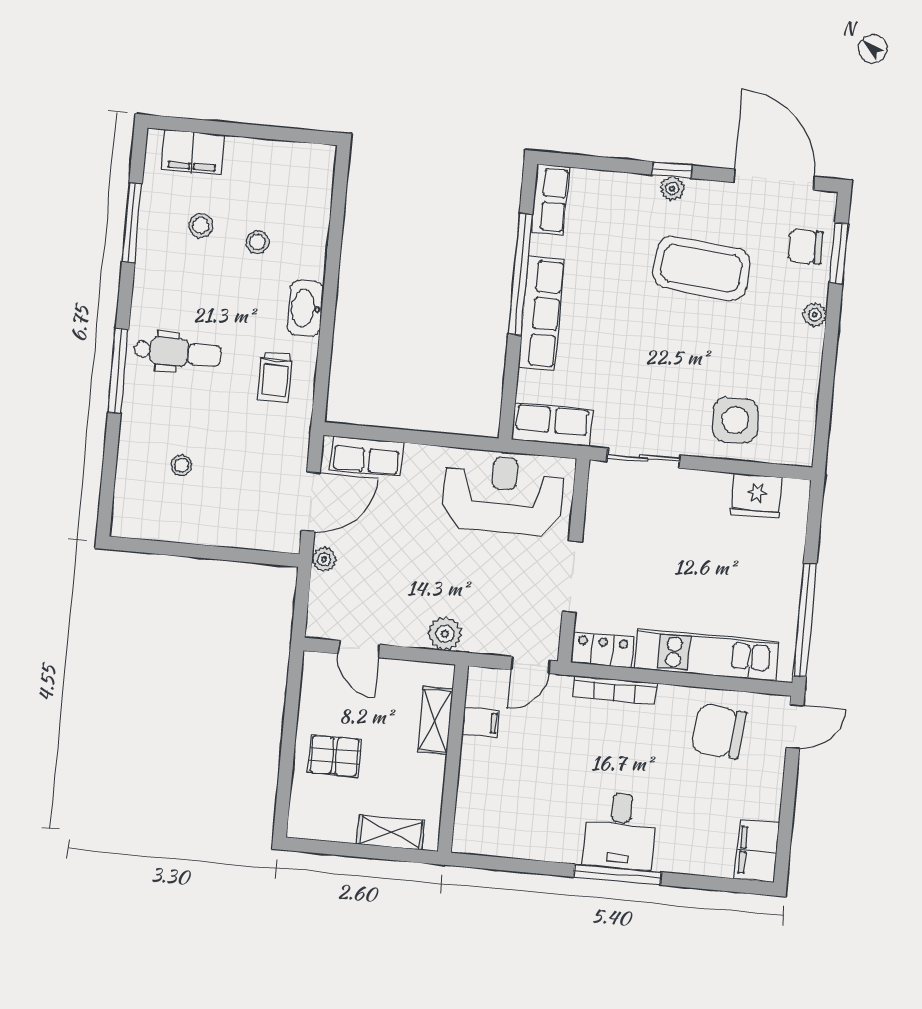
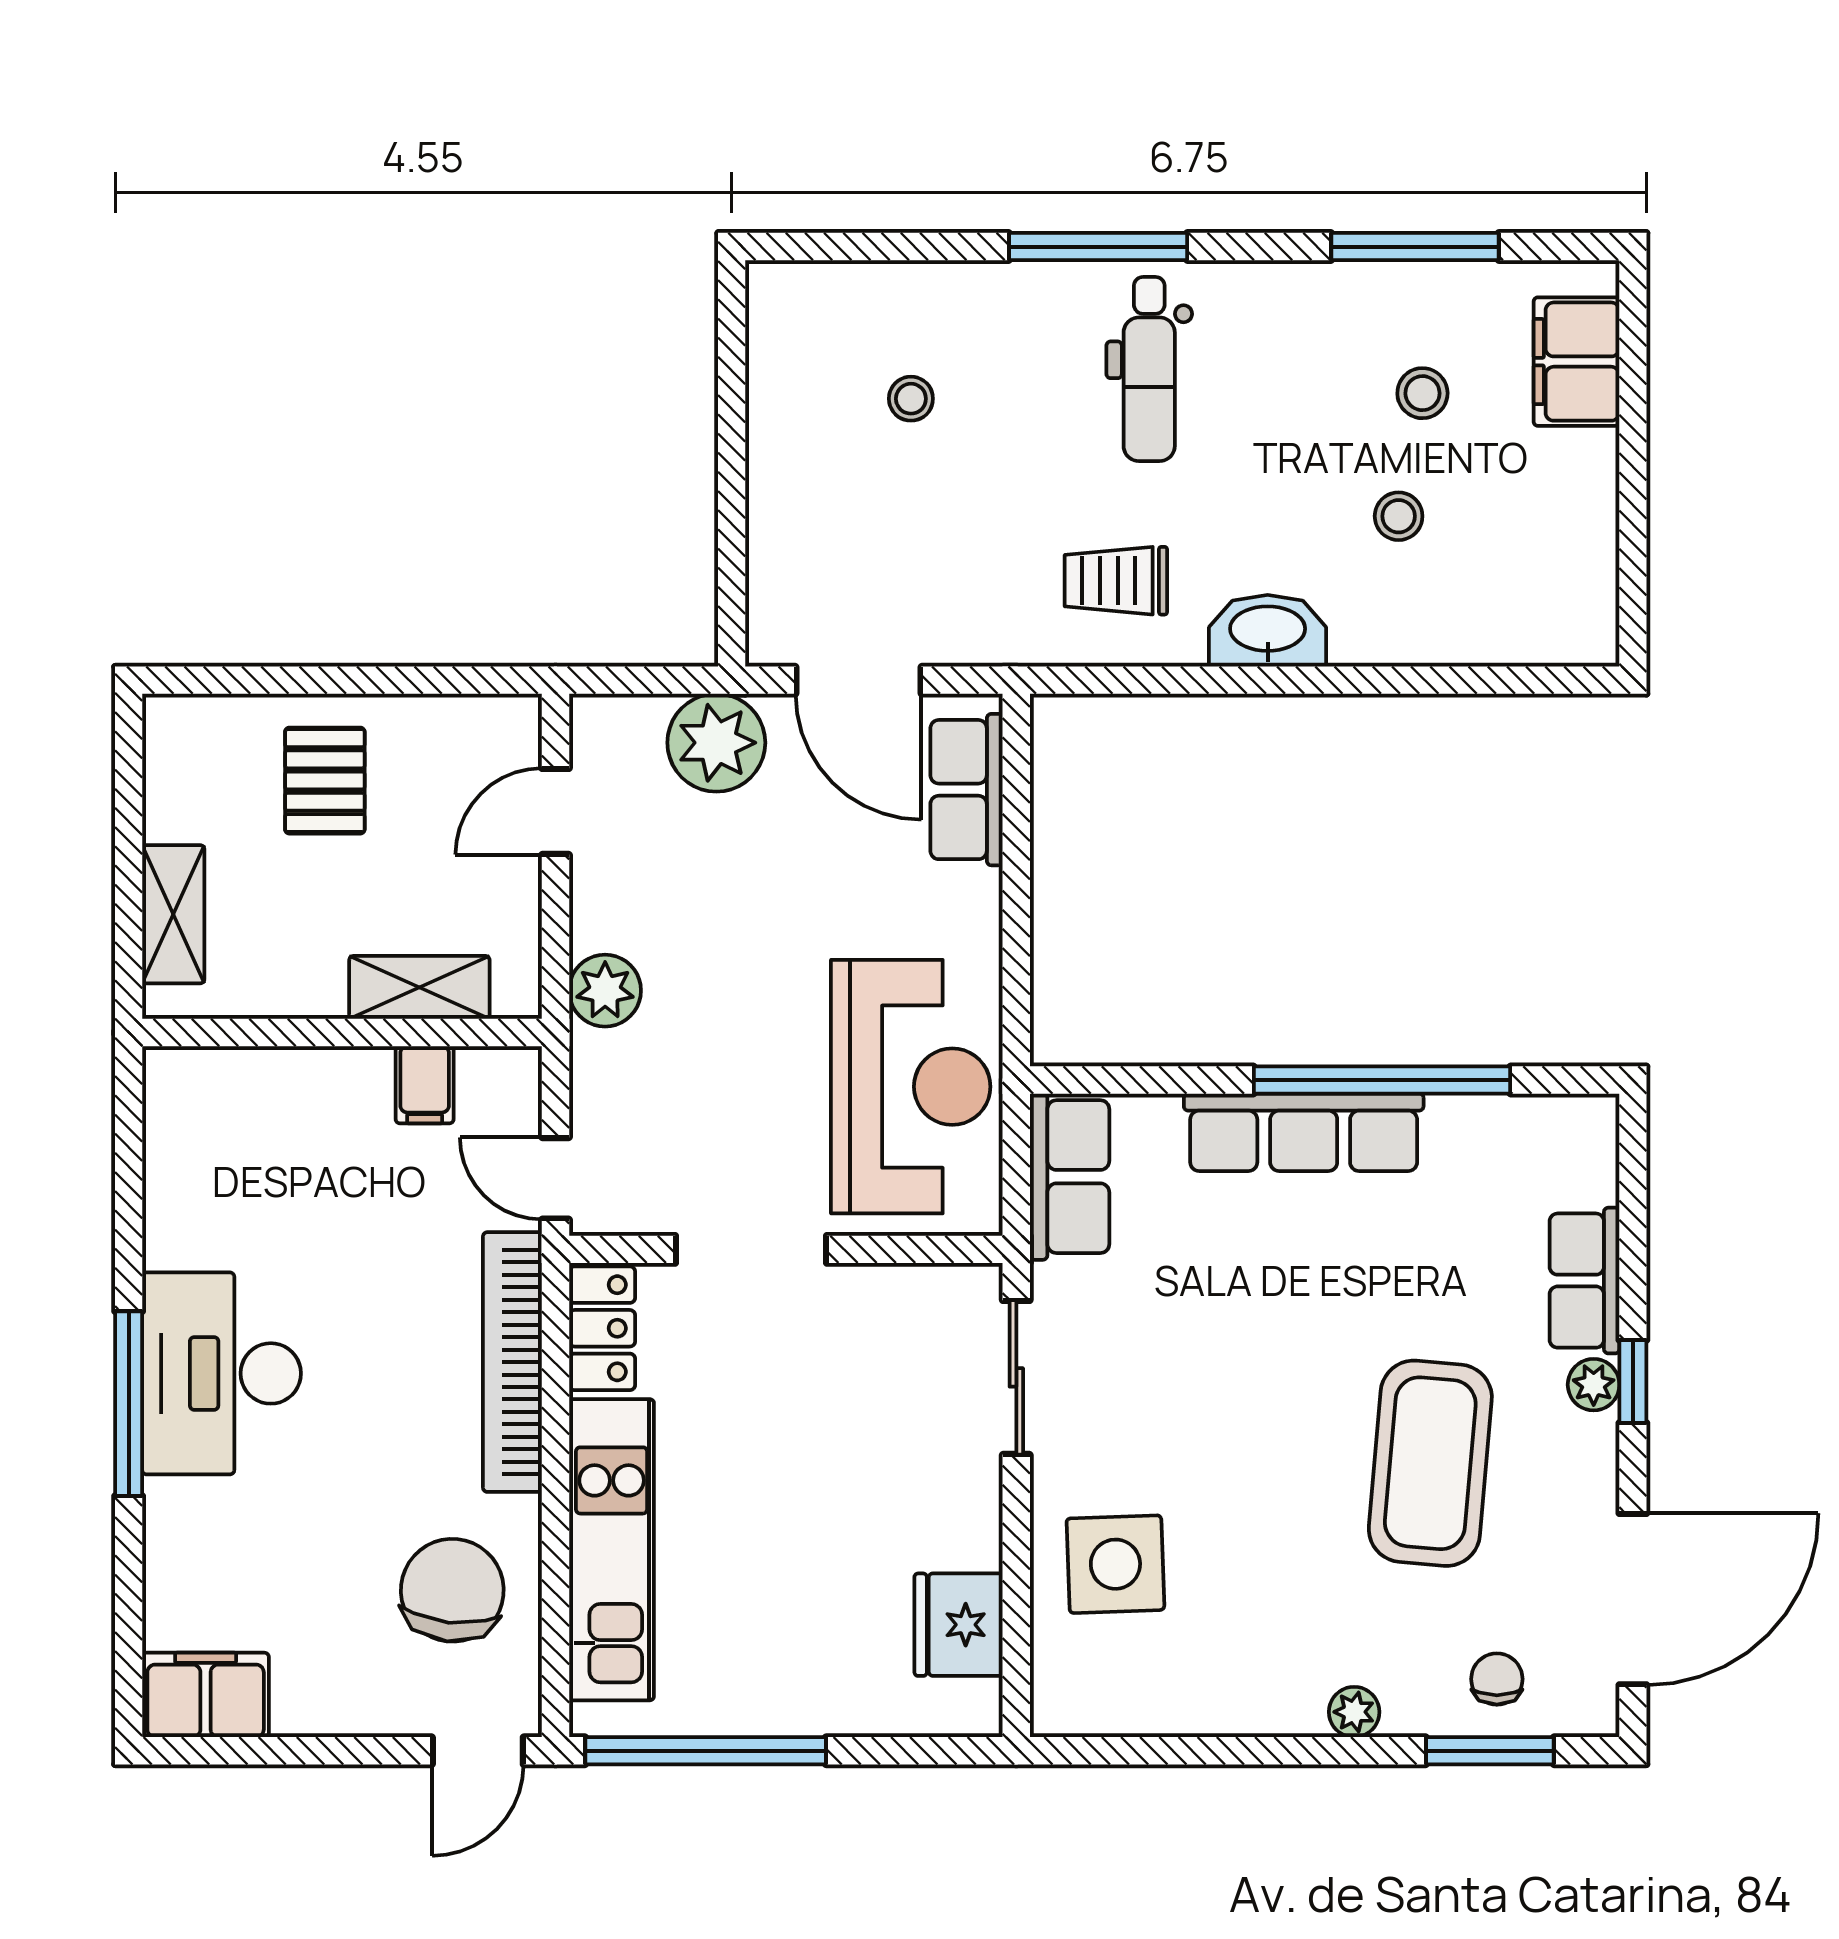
row of seats: (550, 200) -> (1584, 1281), moved, turned 90
chair: (805, 247) -> (1497, 1679), width x0.73, depth x0.73
plant: (324, 559) -> (716, 743), width x1.87, depth x1.87
bookcase: (615, 690) -> (512, 1362), width x1.48, depth x1.31
door: (795, 726) -> (478, 1751), hinge flipped
desk: (620, 831) -> (222, 1373), width x1.37

